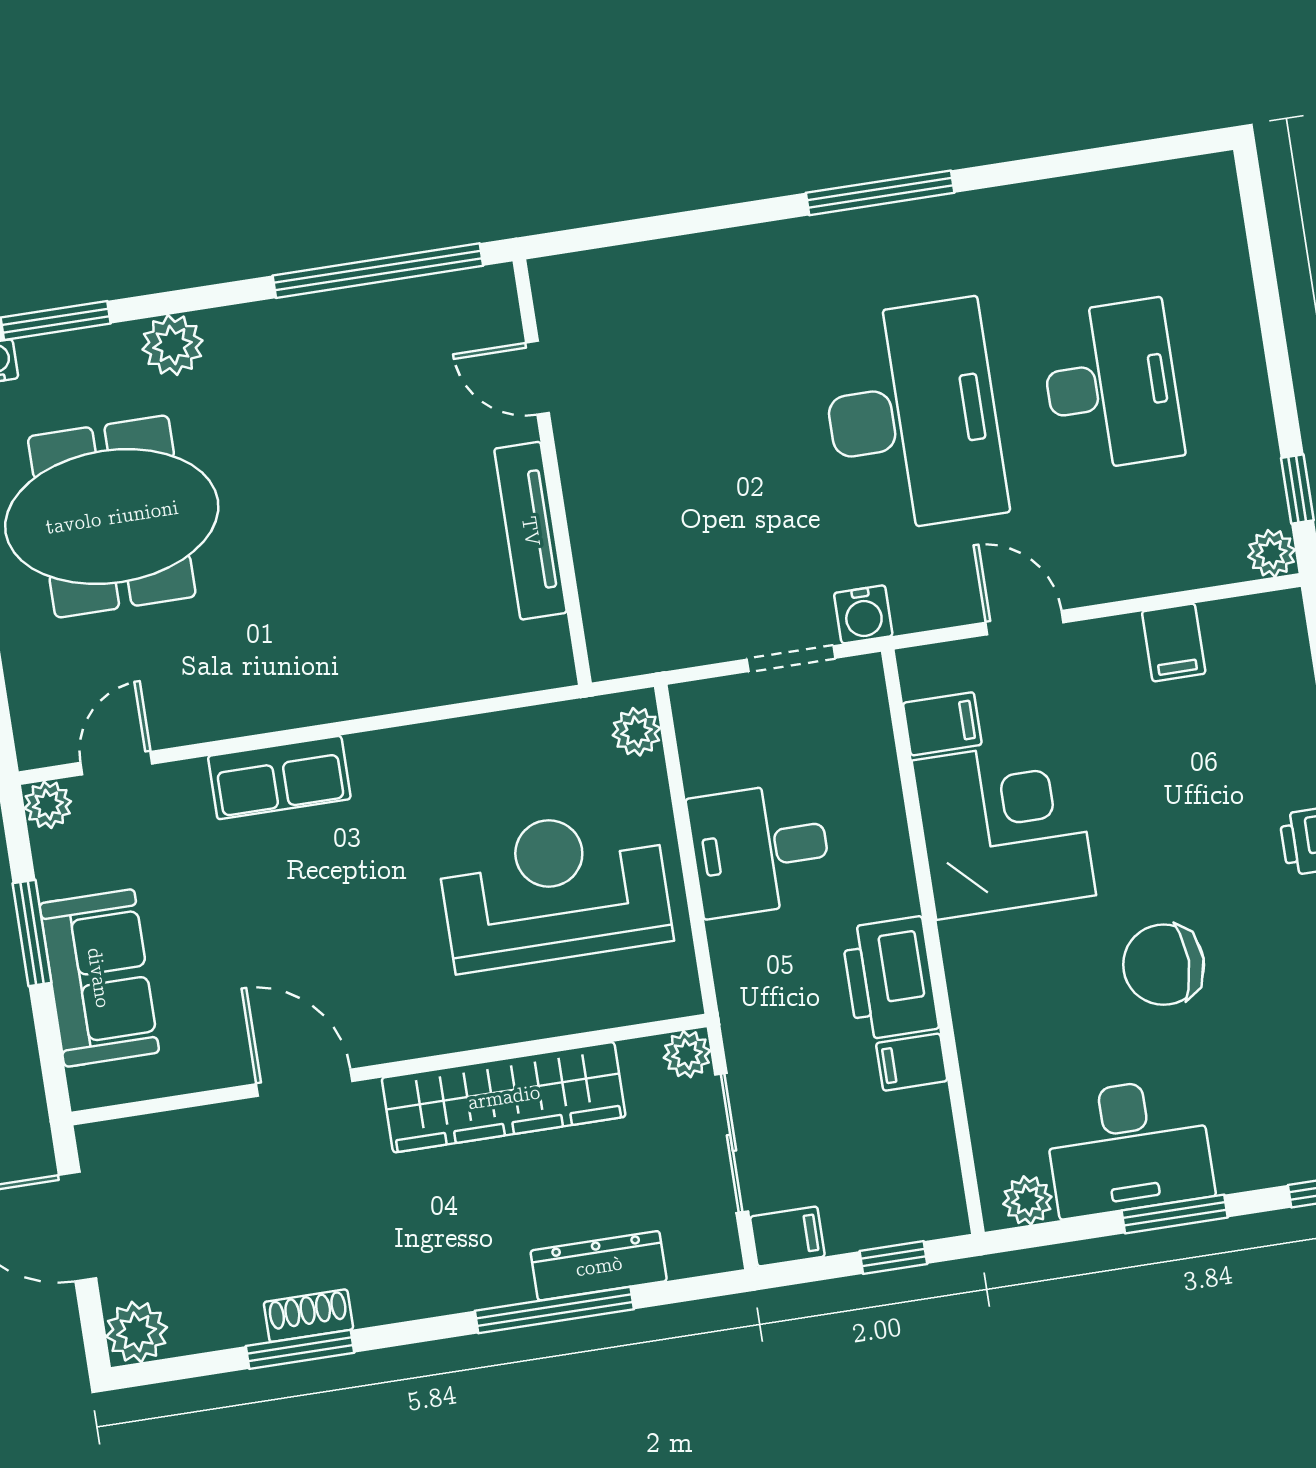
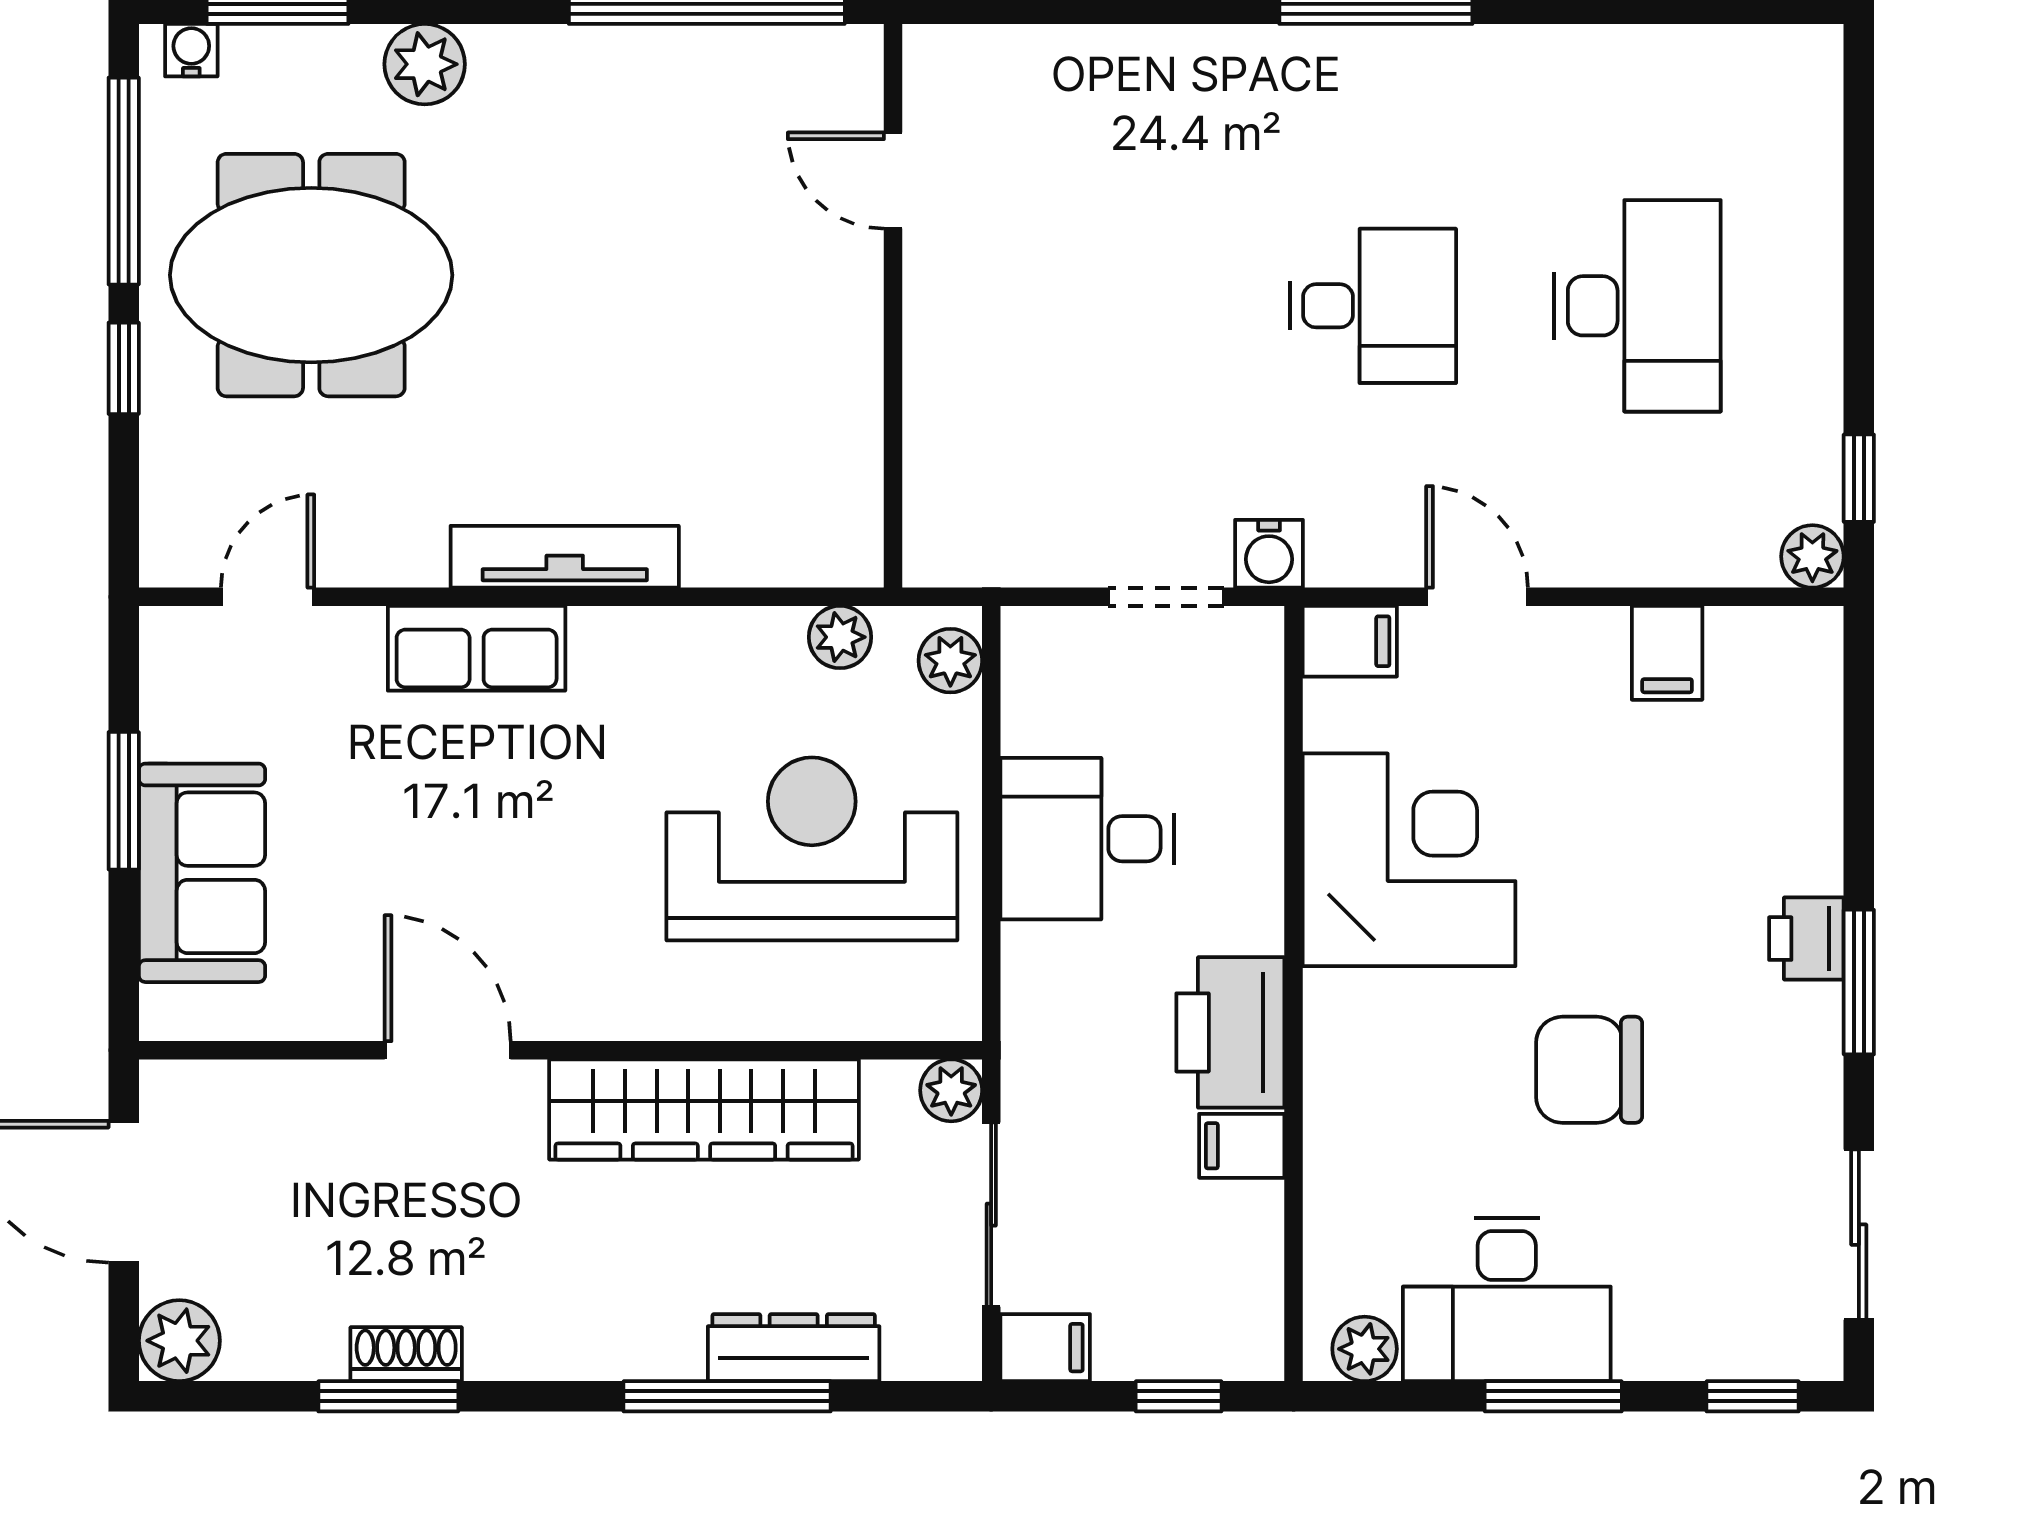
desk: (912, 416) -> (1373, 306), width x0.53, depth x0.77
tv unit: (531, 531) -> (565, 557), moved, turned 90
filing cabinet: (942, 724) -> (1350, 641), moved
plant: (48, 805) -> (840, 637), moved

